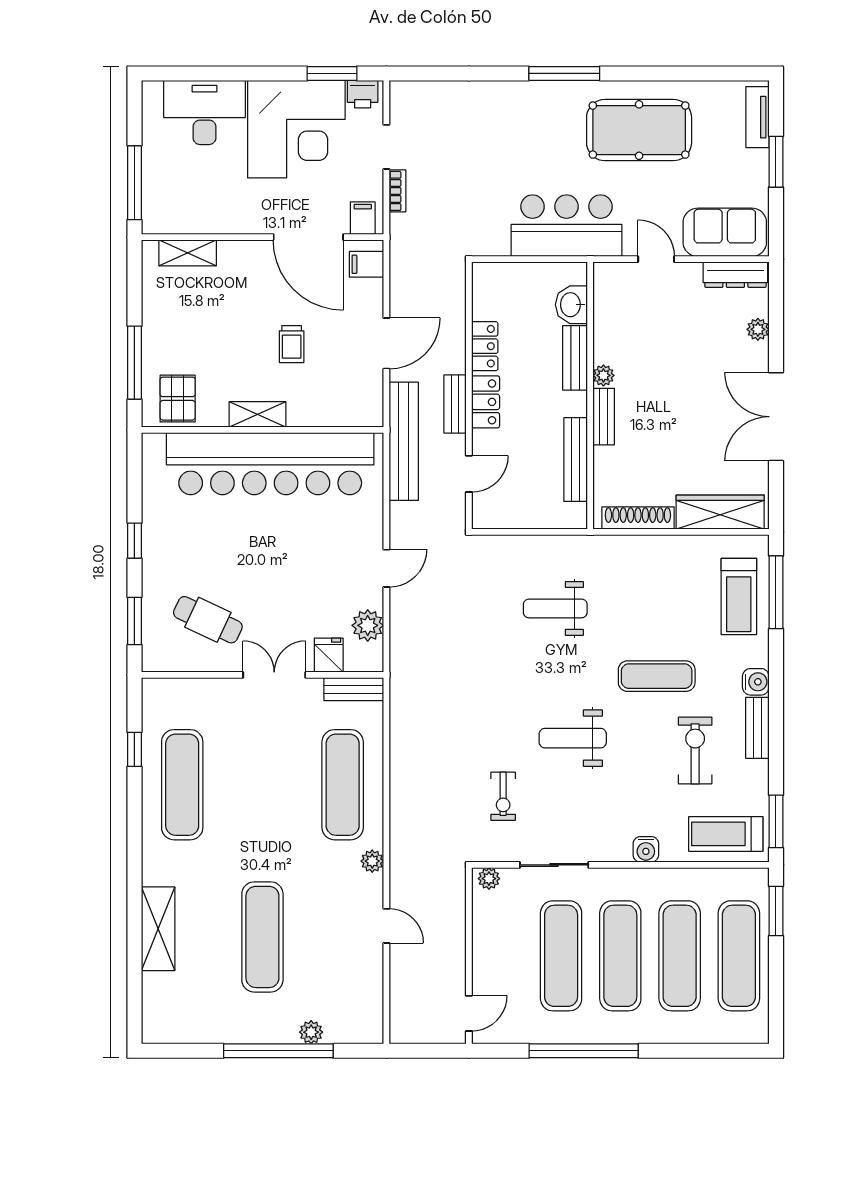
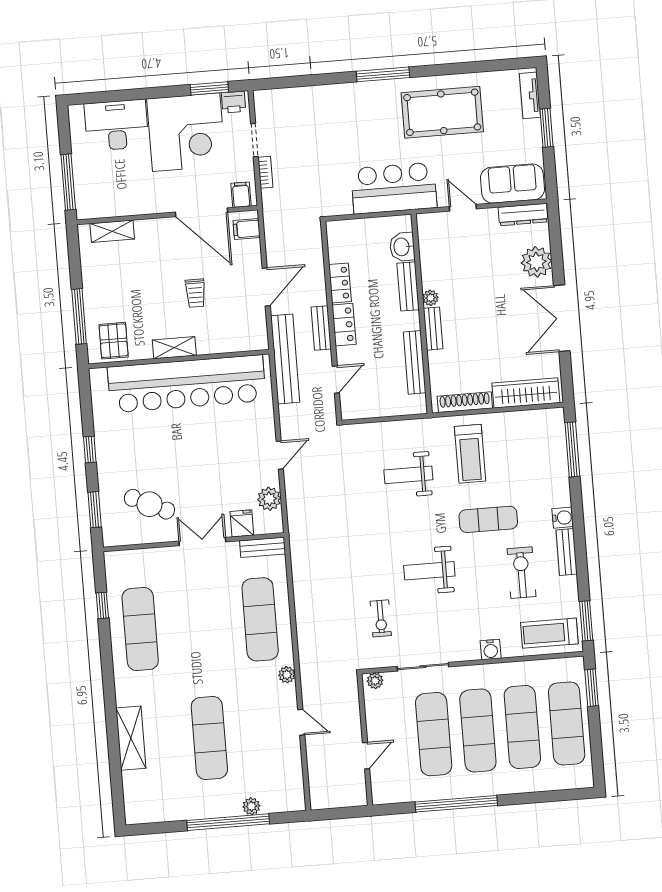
plant: (758, 329) -> (536, 262), width x1.88, depth x1.88
treadmill: (739, 597) -> (470, 454), moved
door: (469, 1013) -> (366, 756), moved

